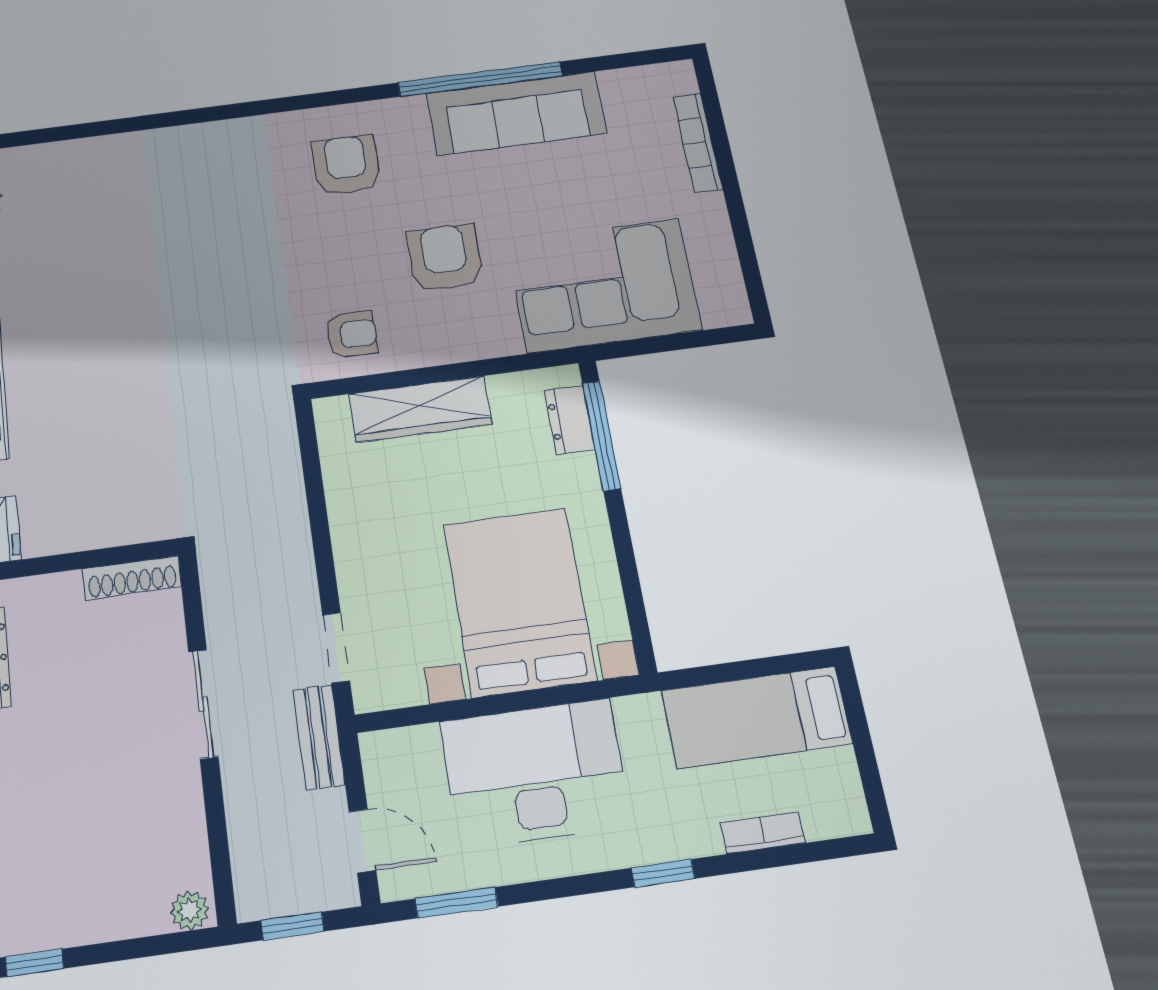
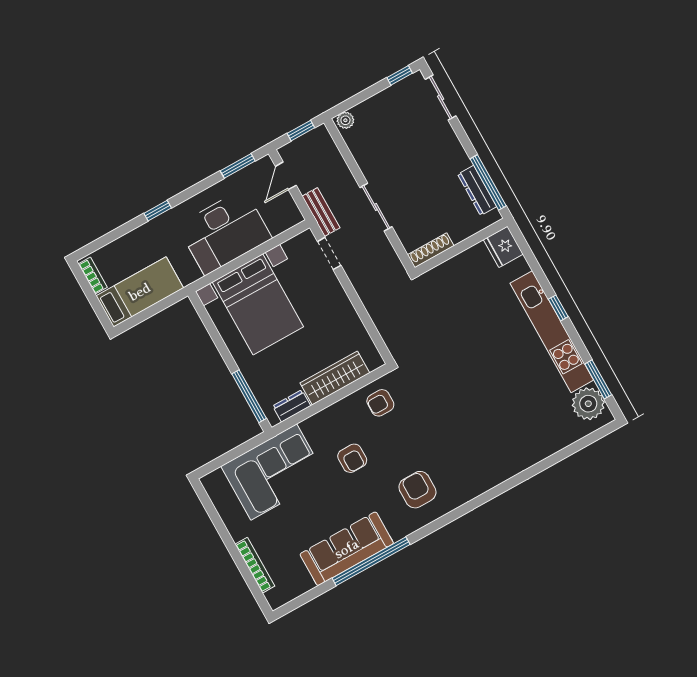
armchair: (346, 165) -> (417, 490), turned 180
armchair: (445, 258) -> (352, 458), width x0.72, depth x0.72
dresser: (570, 420) -> (292, 406), moved, turned -90
bookcase: (763, 833) -> (93, 276), moved, turned -90
door: (362, 841) -> (286, 176), hinge flipped

